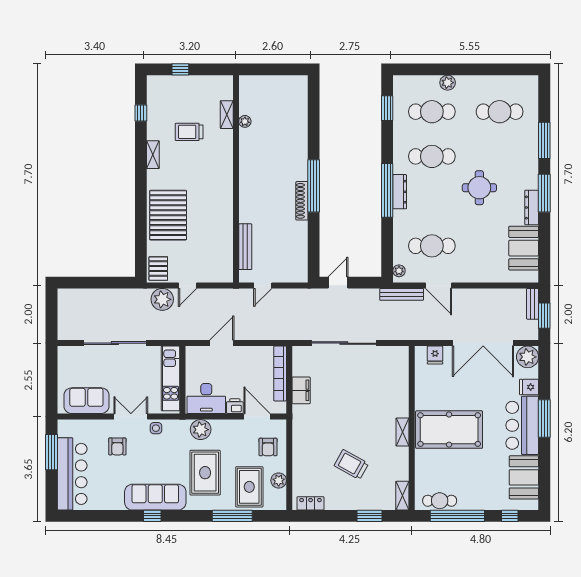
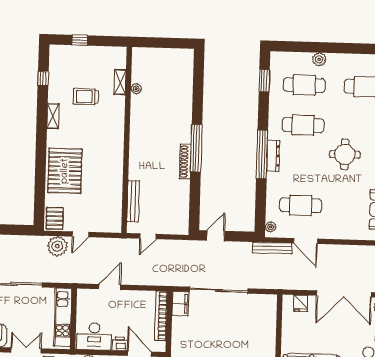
filing cabinet: (301, 390) -> (180, 304), moved

